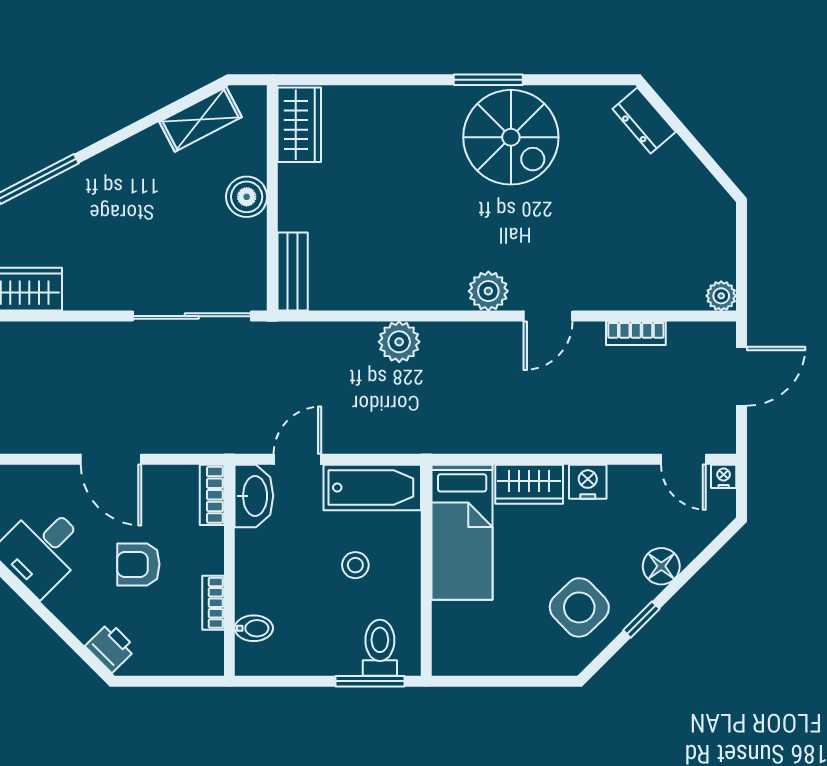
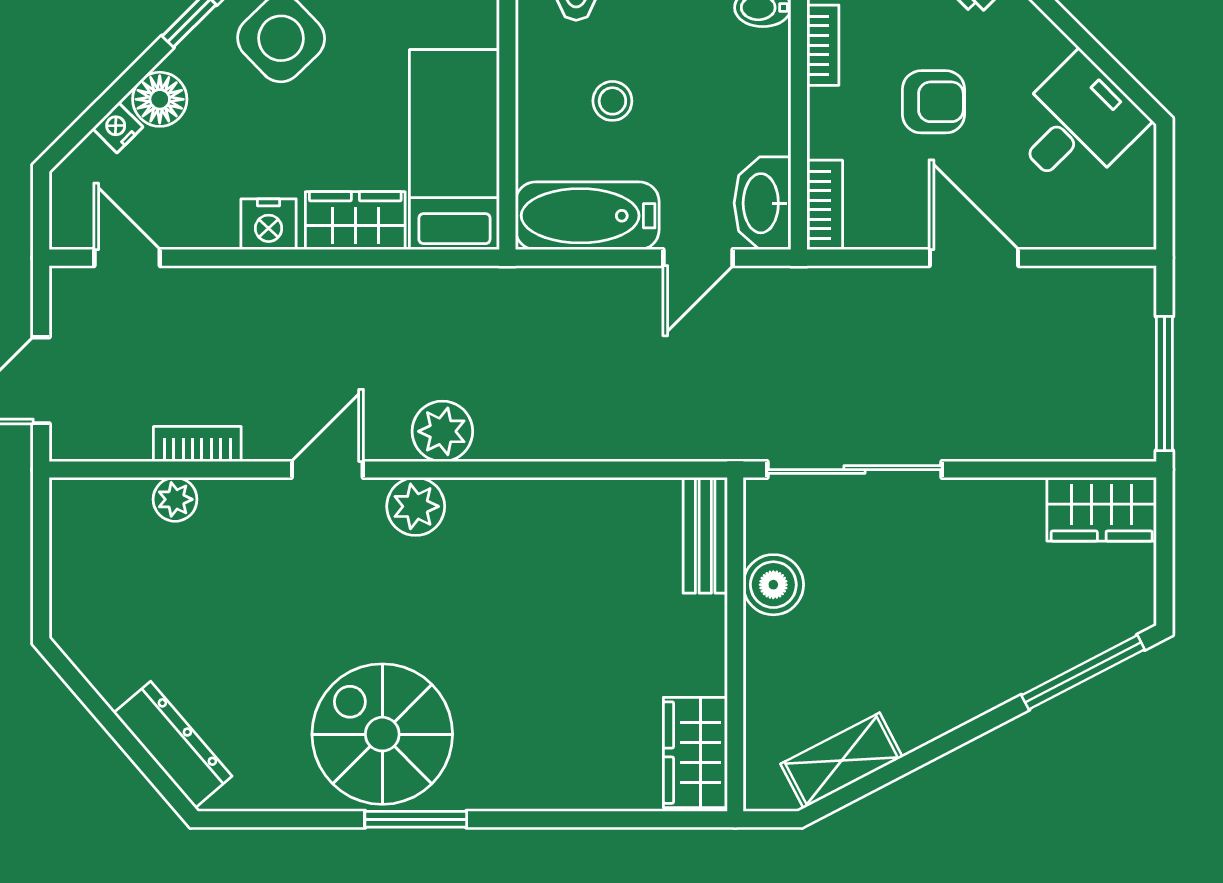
dresser: (644, 120) -> (173, 745), width x1.44
boiler: (247, 197) -> (773, 585), moved
plant: (721, 296) -> (175, 499), moved
plant: (399, 342) -> (442, 431), moved
nightstand: (724, 476) -> (118, 128), moved, turned 135

